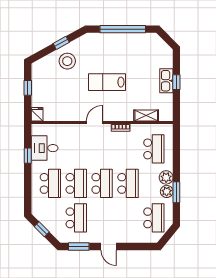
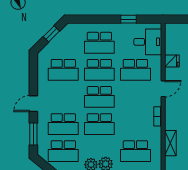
fridge: (37, 114) -> (172, 61), moved
door: (94, 122) -> (163, 89), hinge flipped
desk: (45, 148) -> (148, 42), moved, turned 90
school desk: (76, 149) -> (135, 70), added
school desk: (128, 218) -> (63, 124), added
window: (79, 246) -> (33, 134), moved

